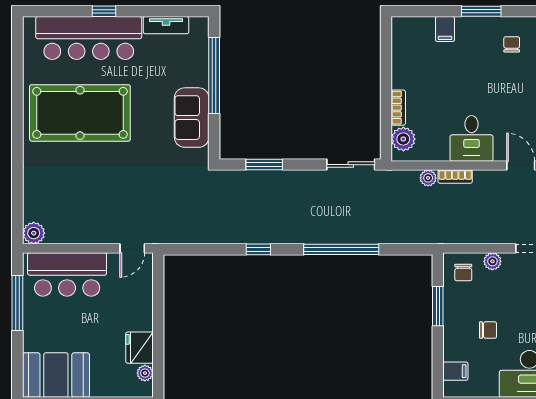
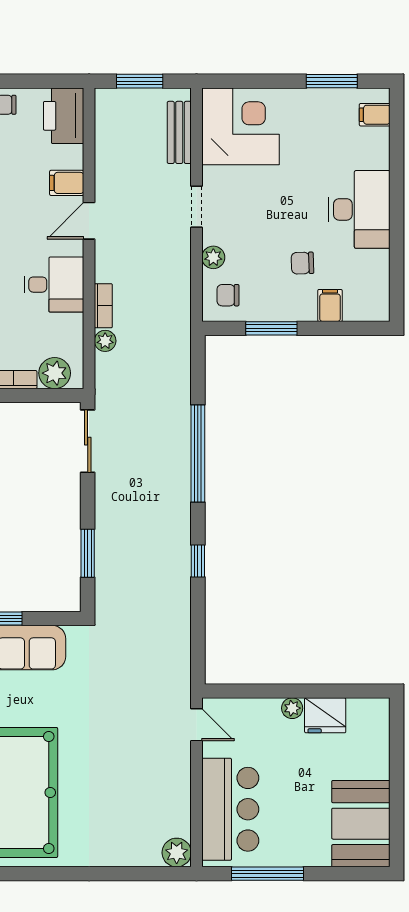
chair: (463, 273) -> (228, 295), turned 180
chair: (488, 330) -> (302, 263), turned -92
filing cabinet: (455, 371) -> (330, 305), moved
plant: (145, 373) -> (292, 708), moved

